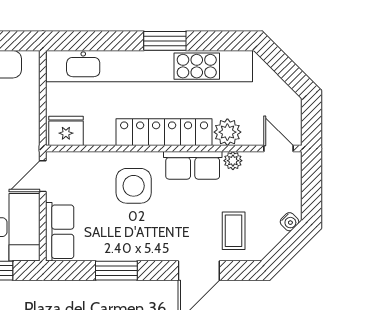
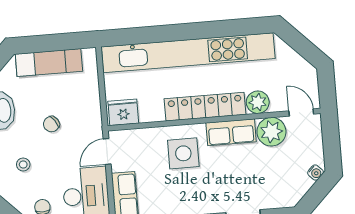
window: (165, 41) -> (199, 31), removed
plant: (233, 161) -> (271, 132), width x1.88, depth x1.88
coffee table: (234, 231) -> (270, 184), removed

